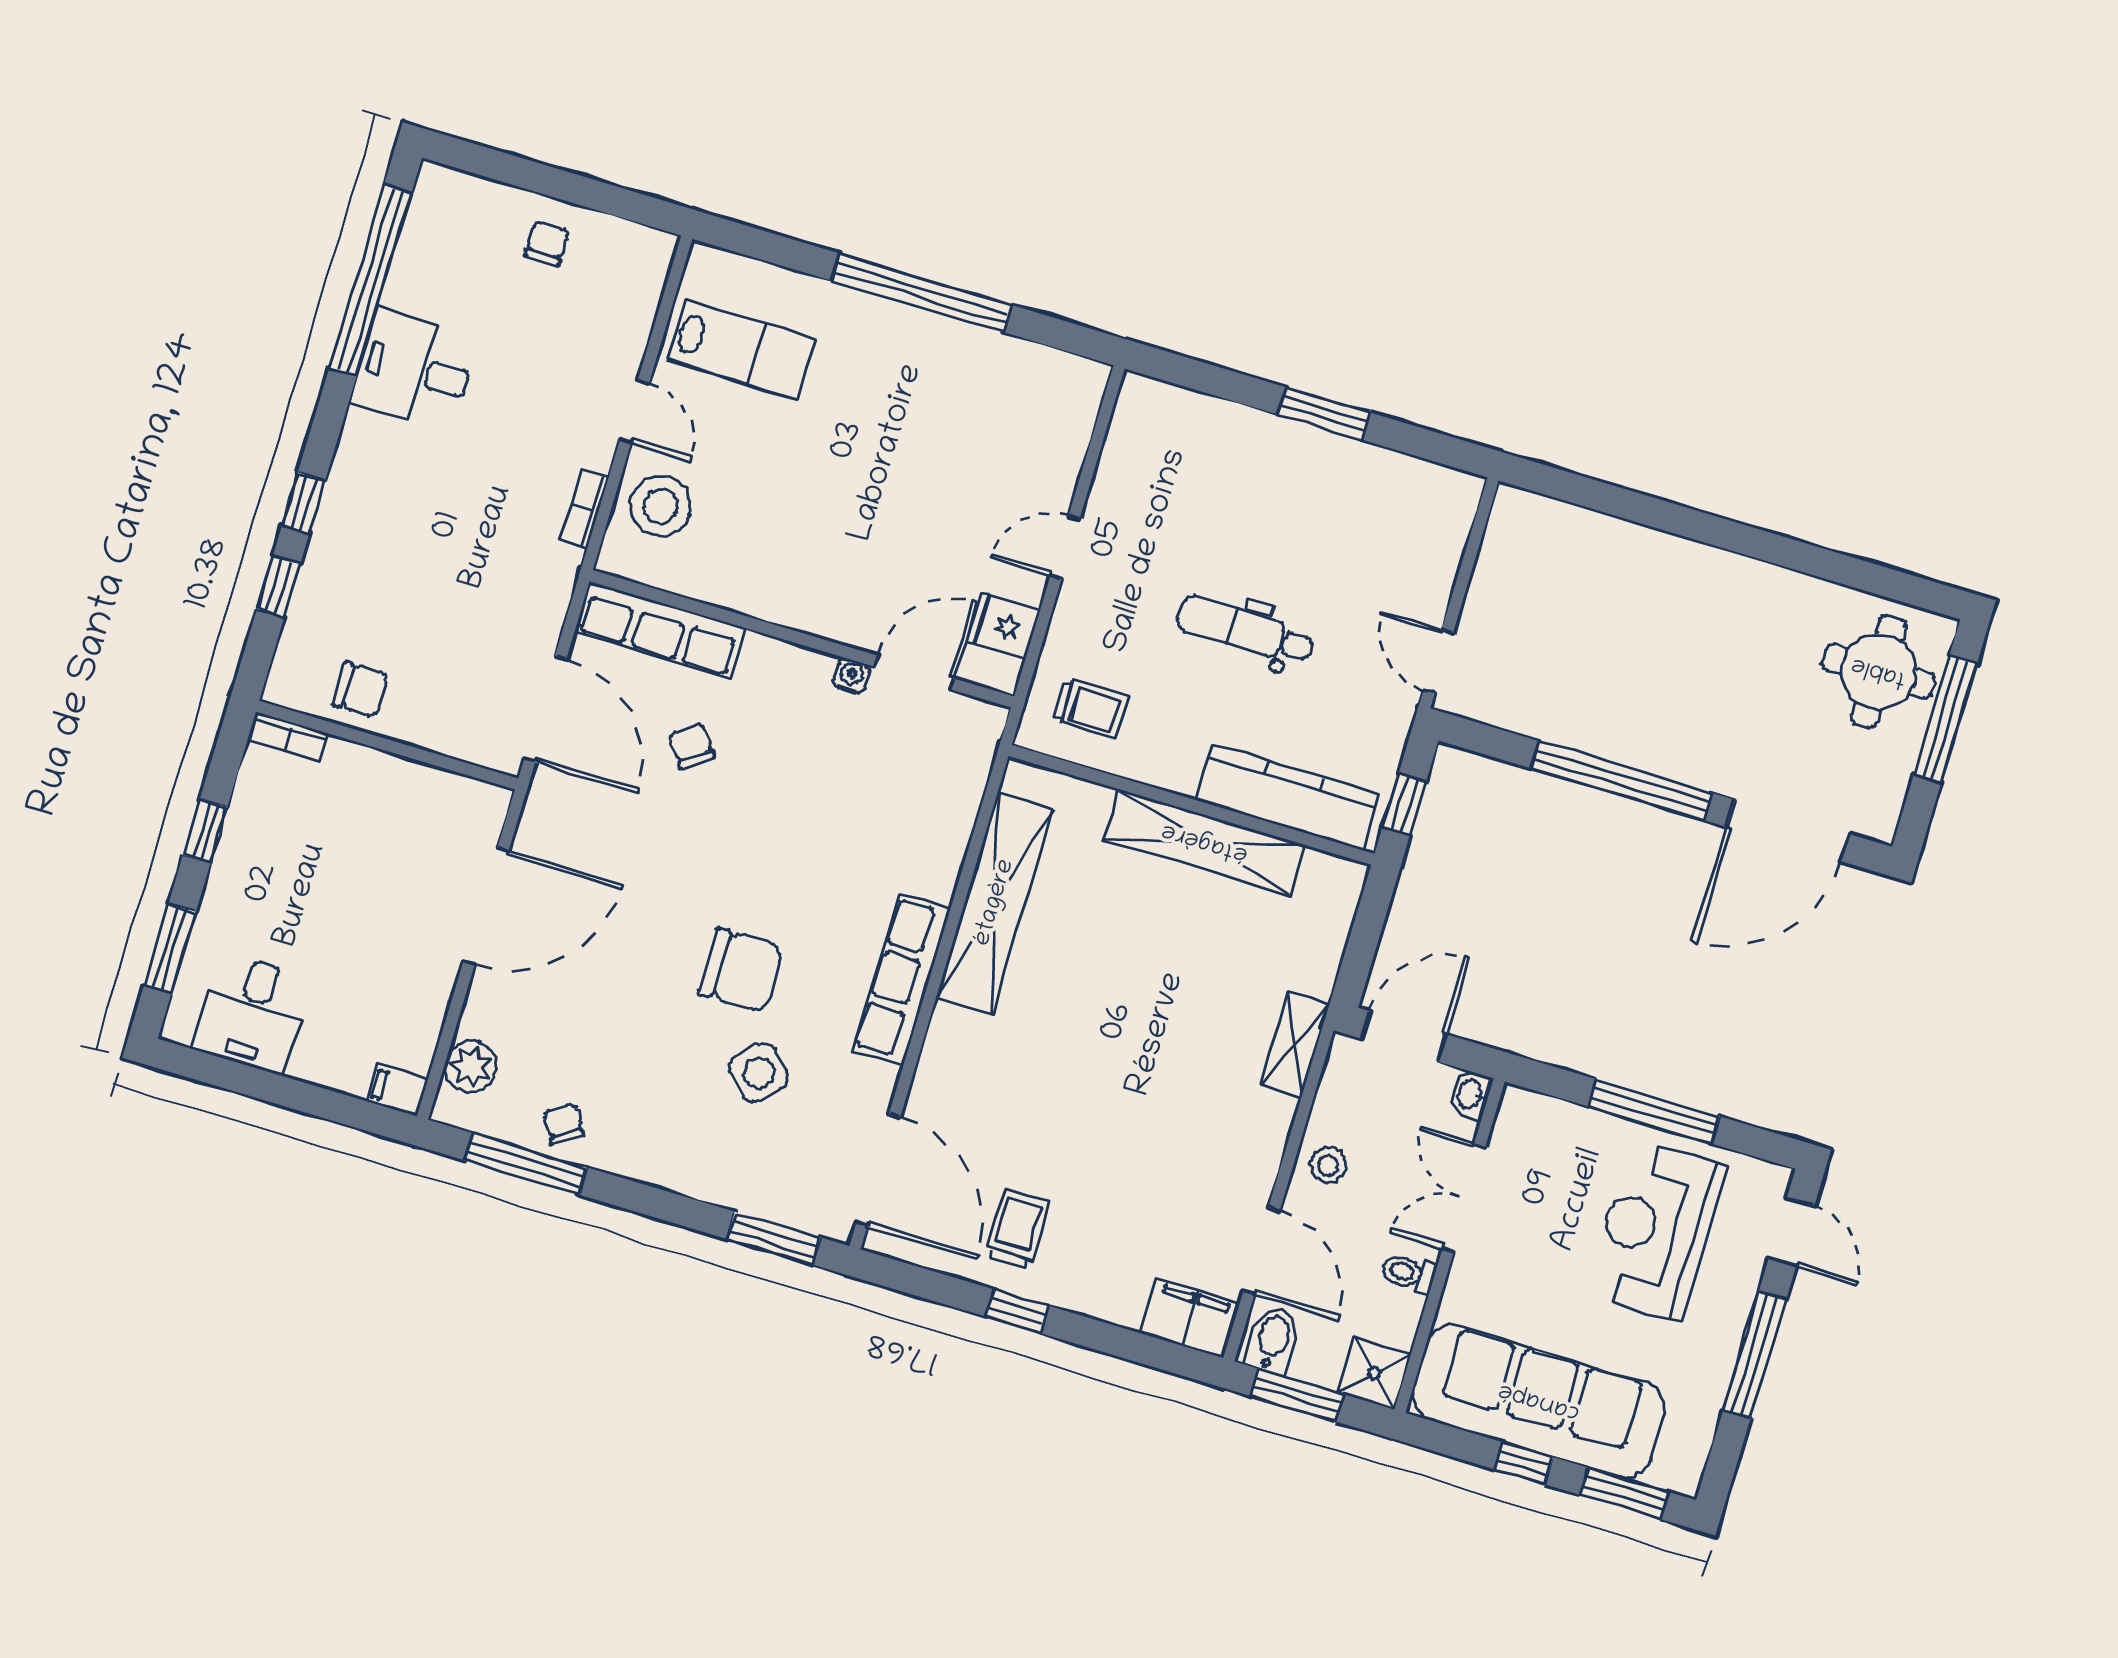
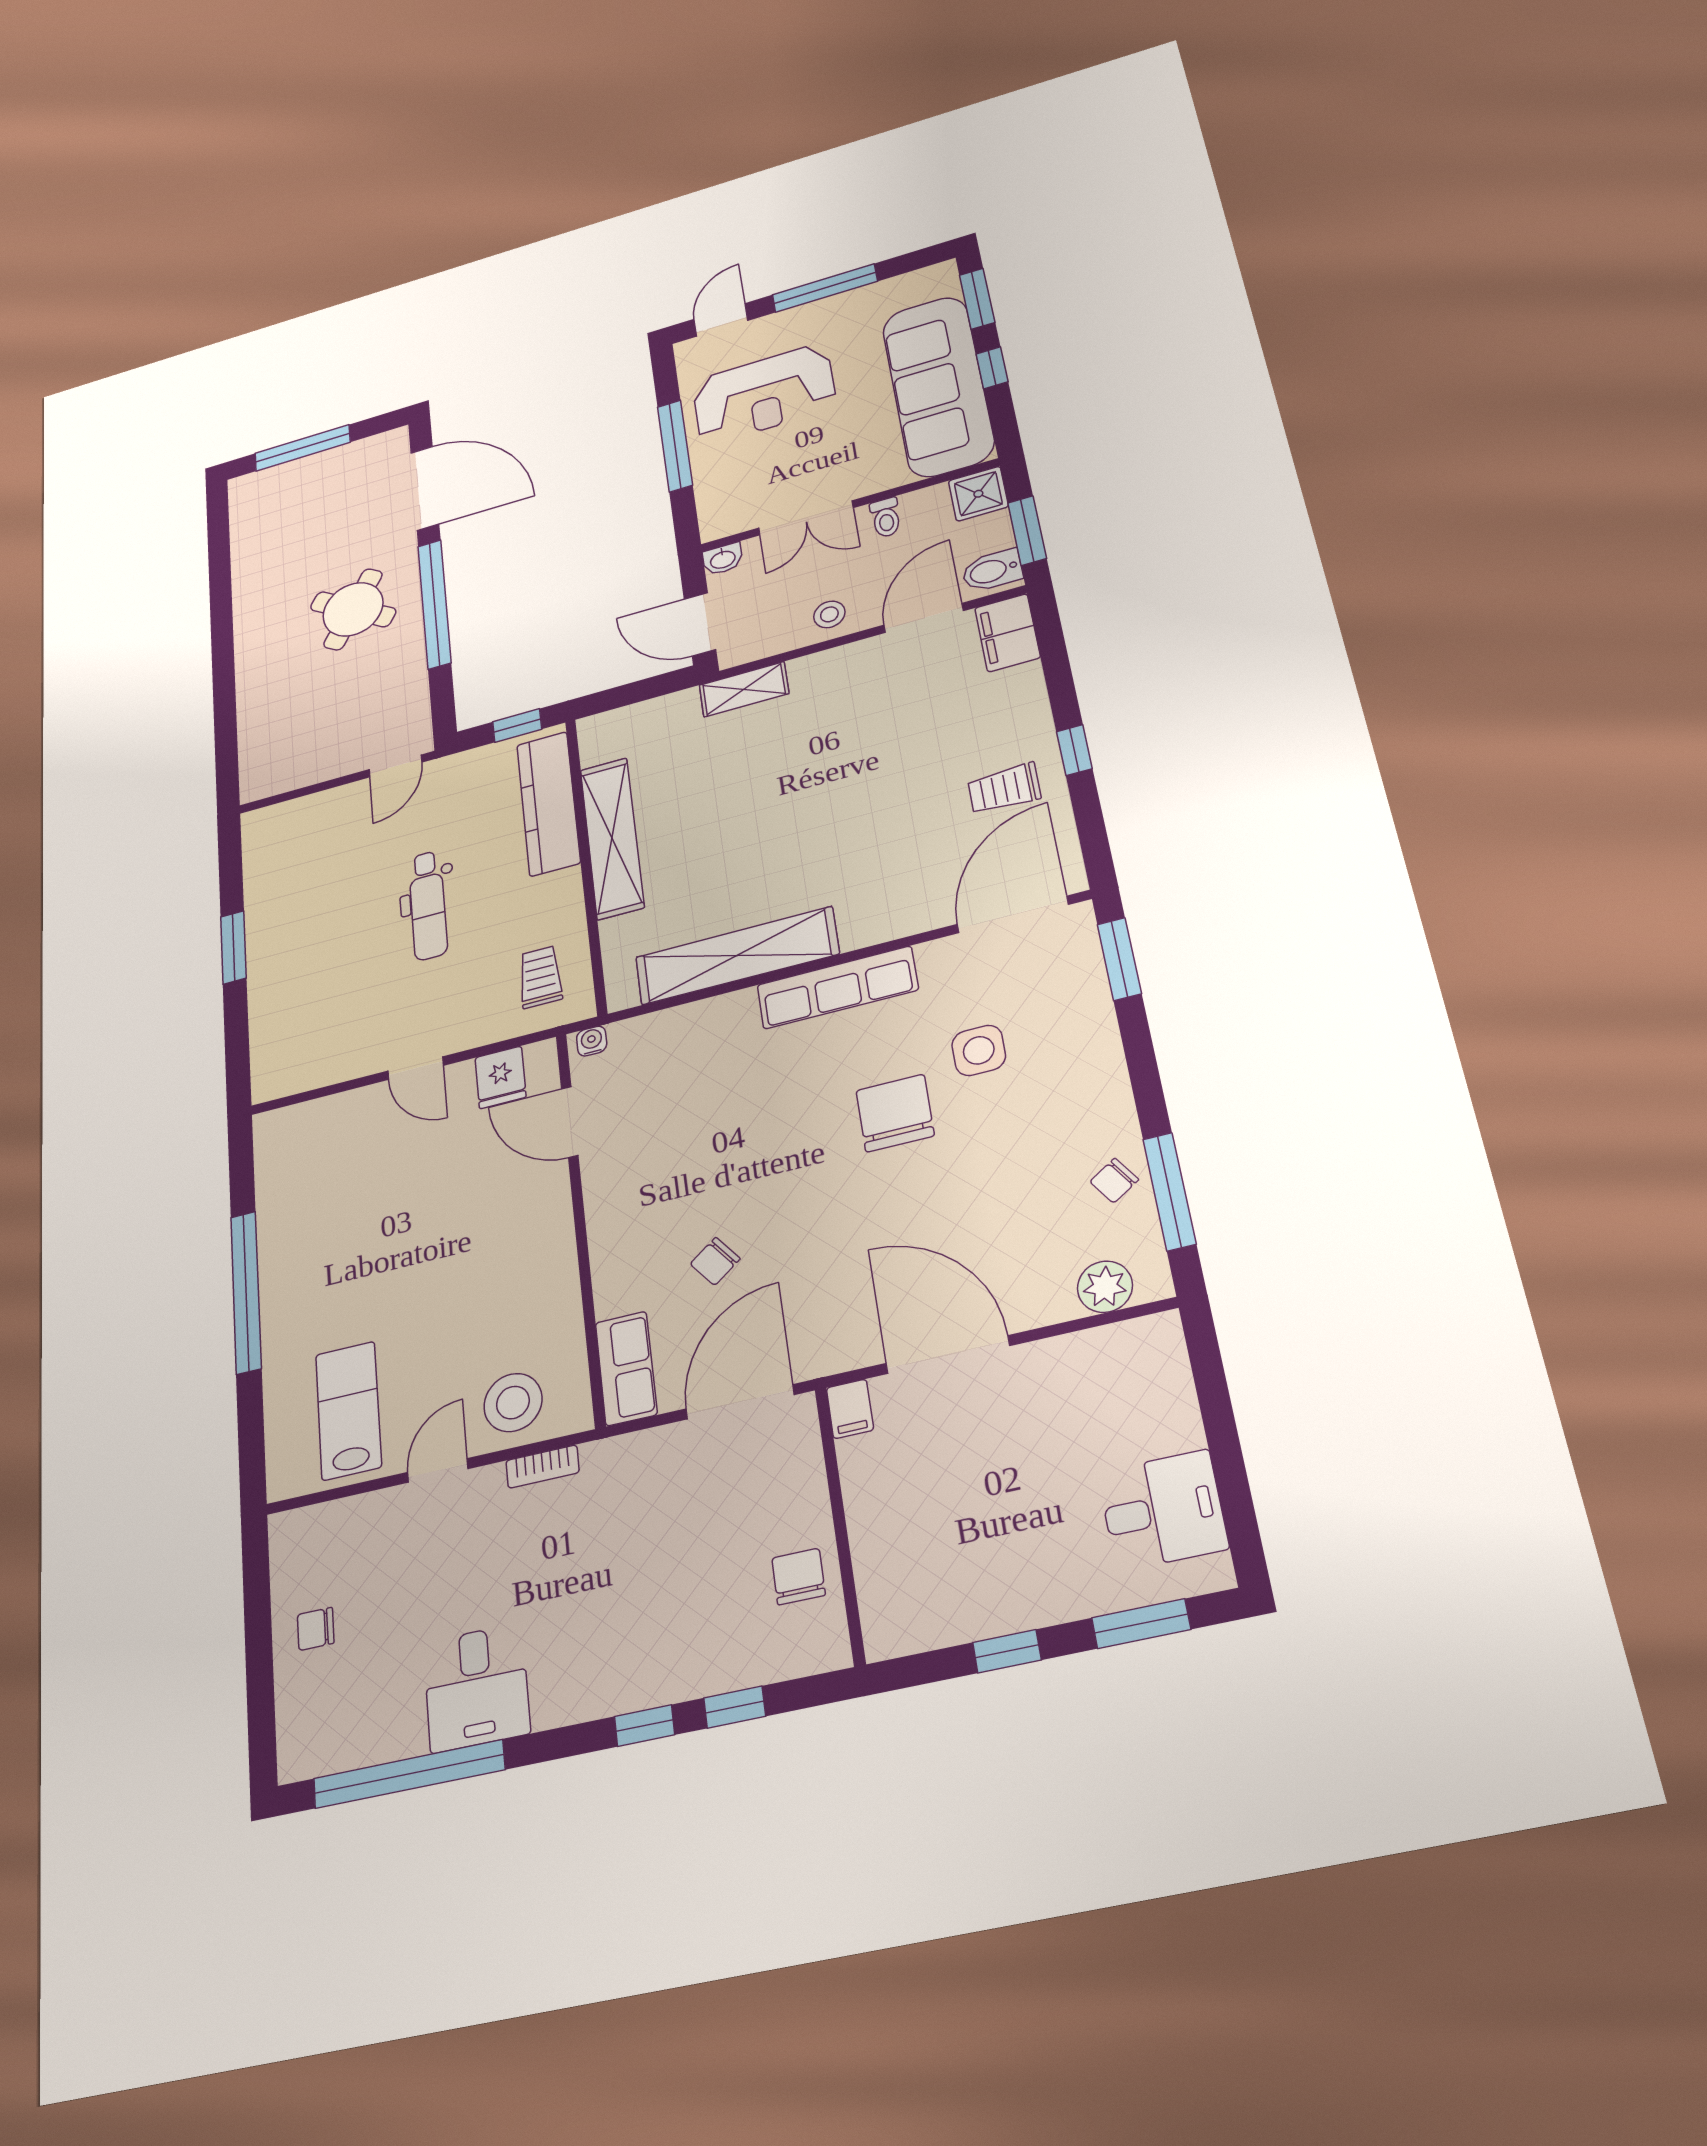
row of seats: (660, 630) -> (626, 1368), width x0.68
round table: (1879, 671) -> (353, 609), moved, turned 32
water cooler: (851, 676) -> (592, 1041), moved, turned 90
bookcase: (288, 737) -> (876, 1621), removed
side table: (759, 1073) -> (979, 1050), turned 45
filing cabinet: (398, 1090) -> (850, 1409), moved

